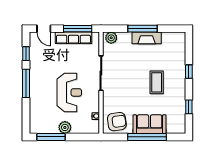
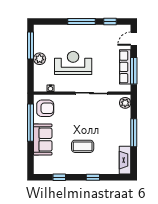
fireplace: (147, 38) -> (125, 160), moved
reception desk: (69, 92) -> (73, 63), turned 180
armchair: (117, 122) -> (45, 108), turned -82
window: (147, 137) -> (30, 123), moved

